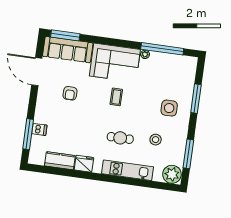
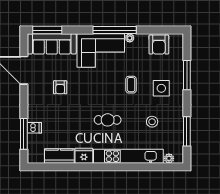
window: (162, 49) -> (115, 30), moved
armchair: (173, 65) -> (159, 45), added
coffee table: (116, 97) -> (131, 85), moved
cafe table: (120, 138) -> (108, 120), moved
kitchen unit: (128, 170) -> (128, 156), width x1.36
plant: (172, 174) -> (169, 158), width x0.53, depth x0.53

